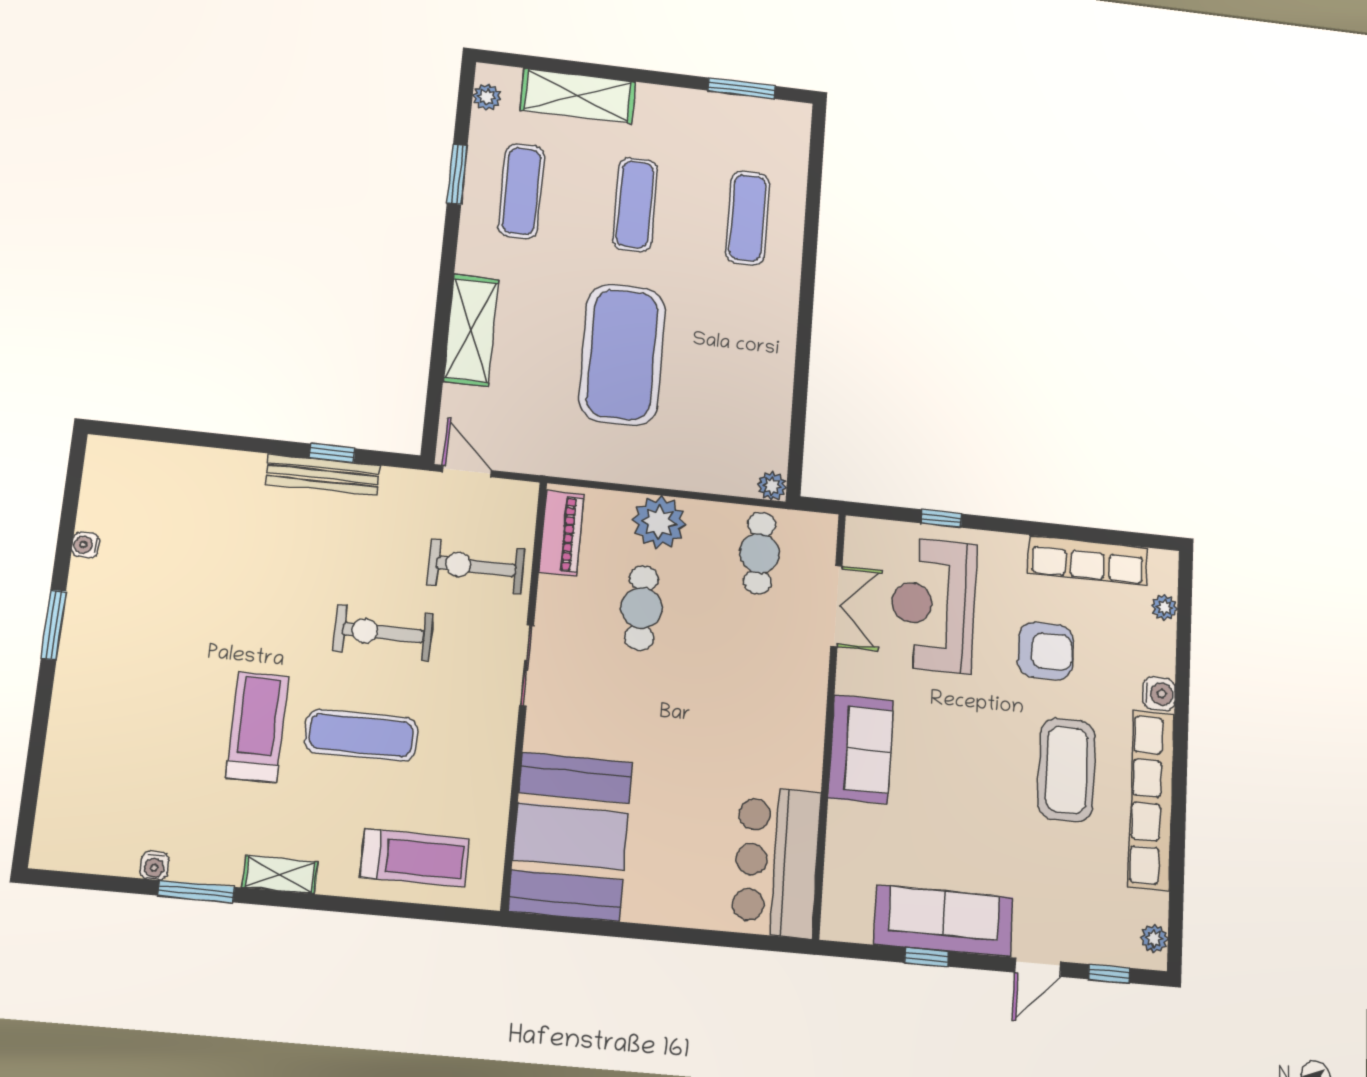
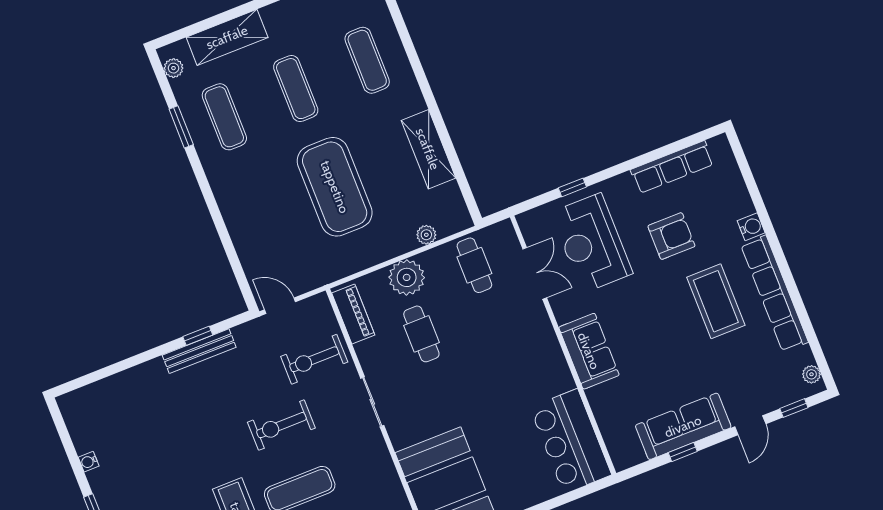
shelving: (471, 330) -> (428, 149), moved
plant: (772, 486) -> (426, 235), moved
plant: (1164, 607) -> (731, 172), removed

